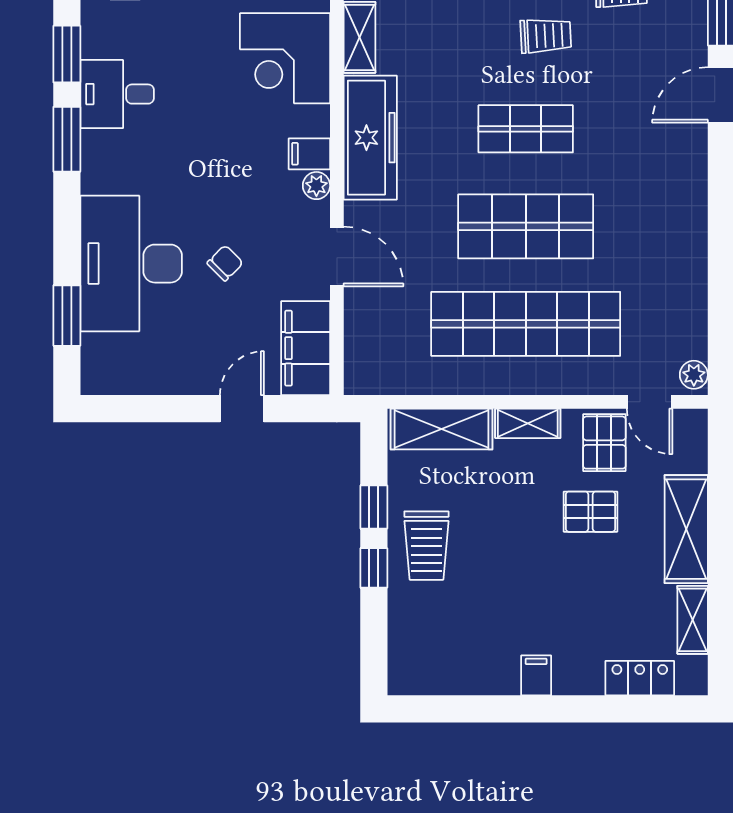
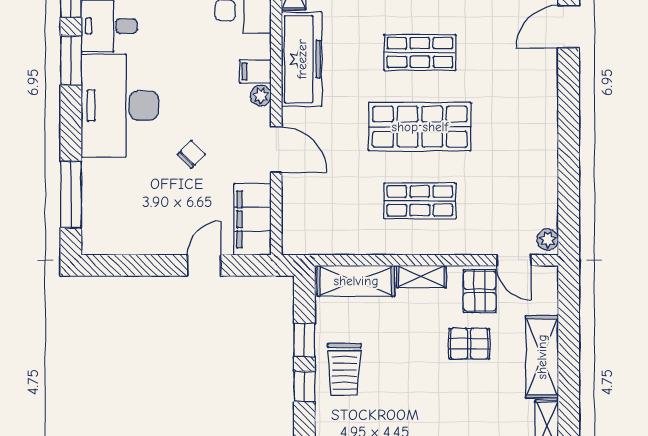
desk: (131, 264) -> (120, 106), moved
window: (67, 316) -> (71, 195), width x1.44
shop shelf: (526, 324) -> (420, 201), width x0.50, depth x0.74

